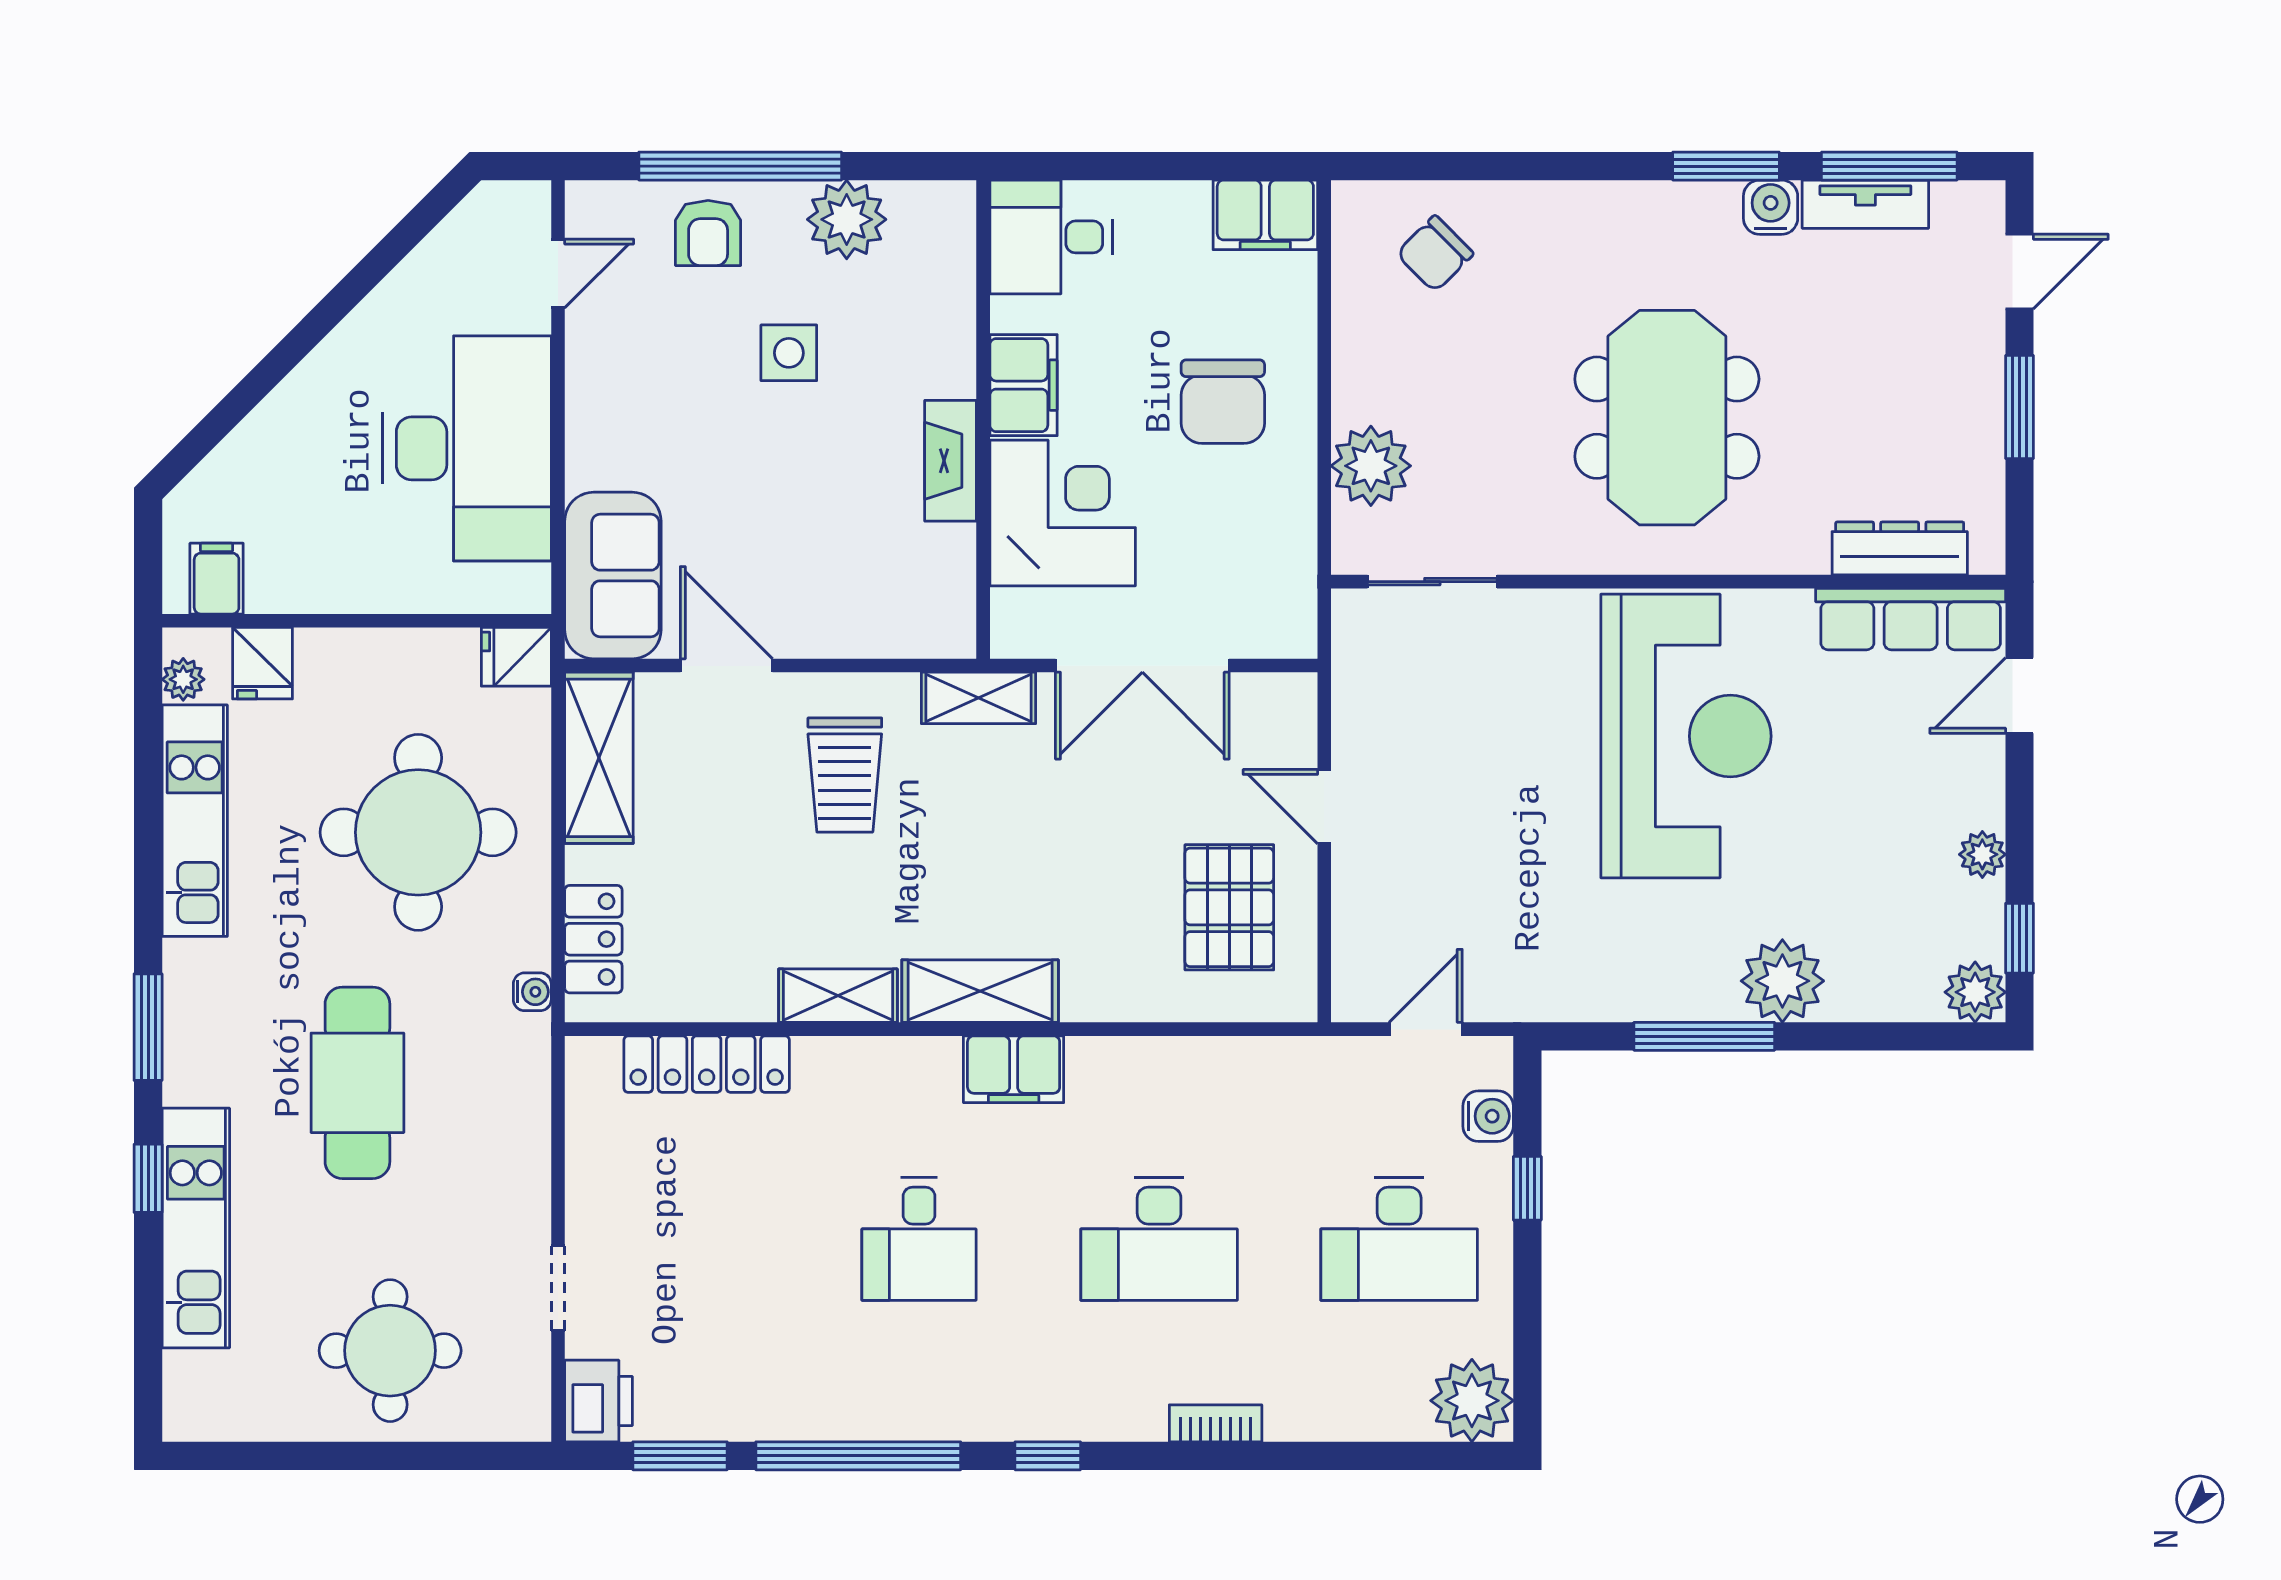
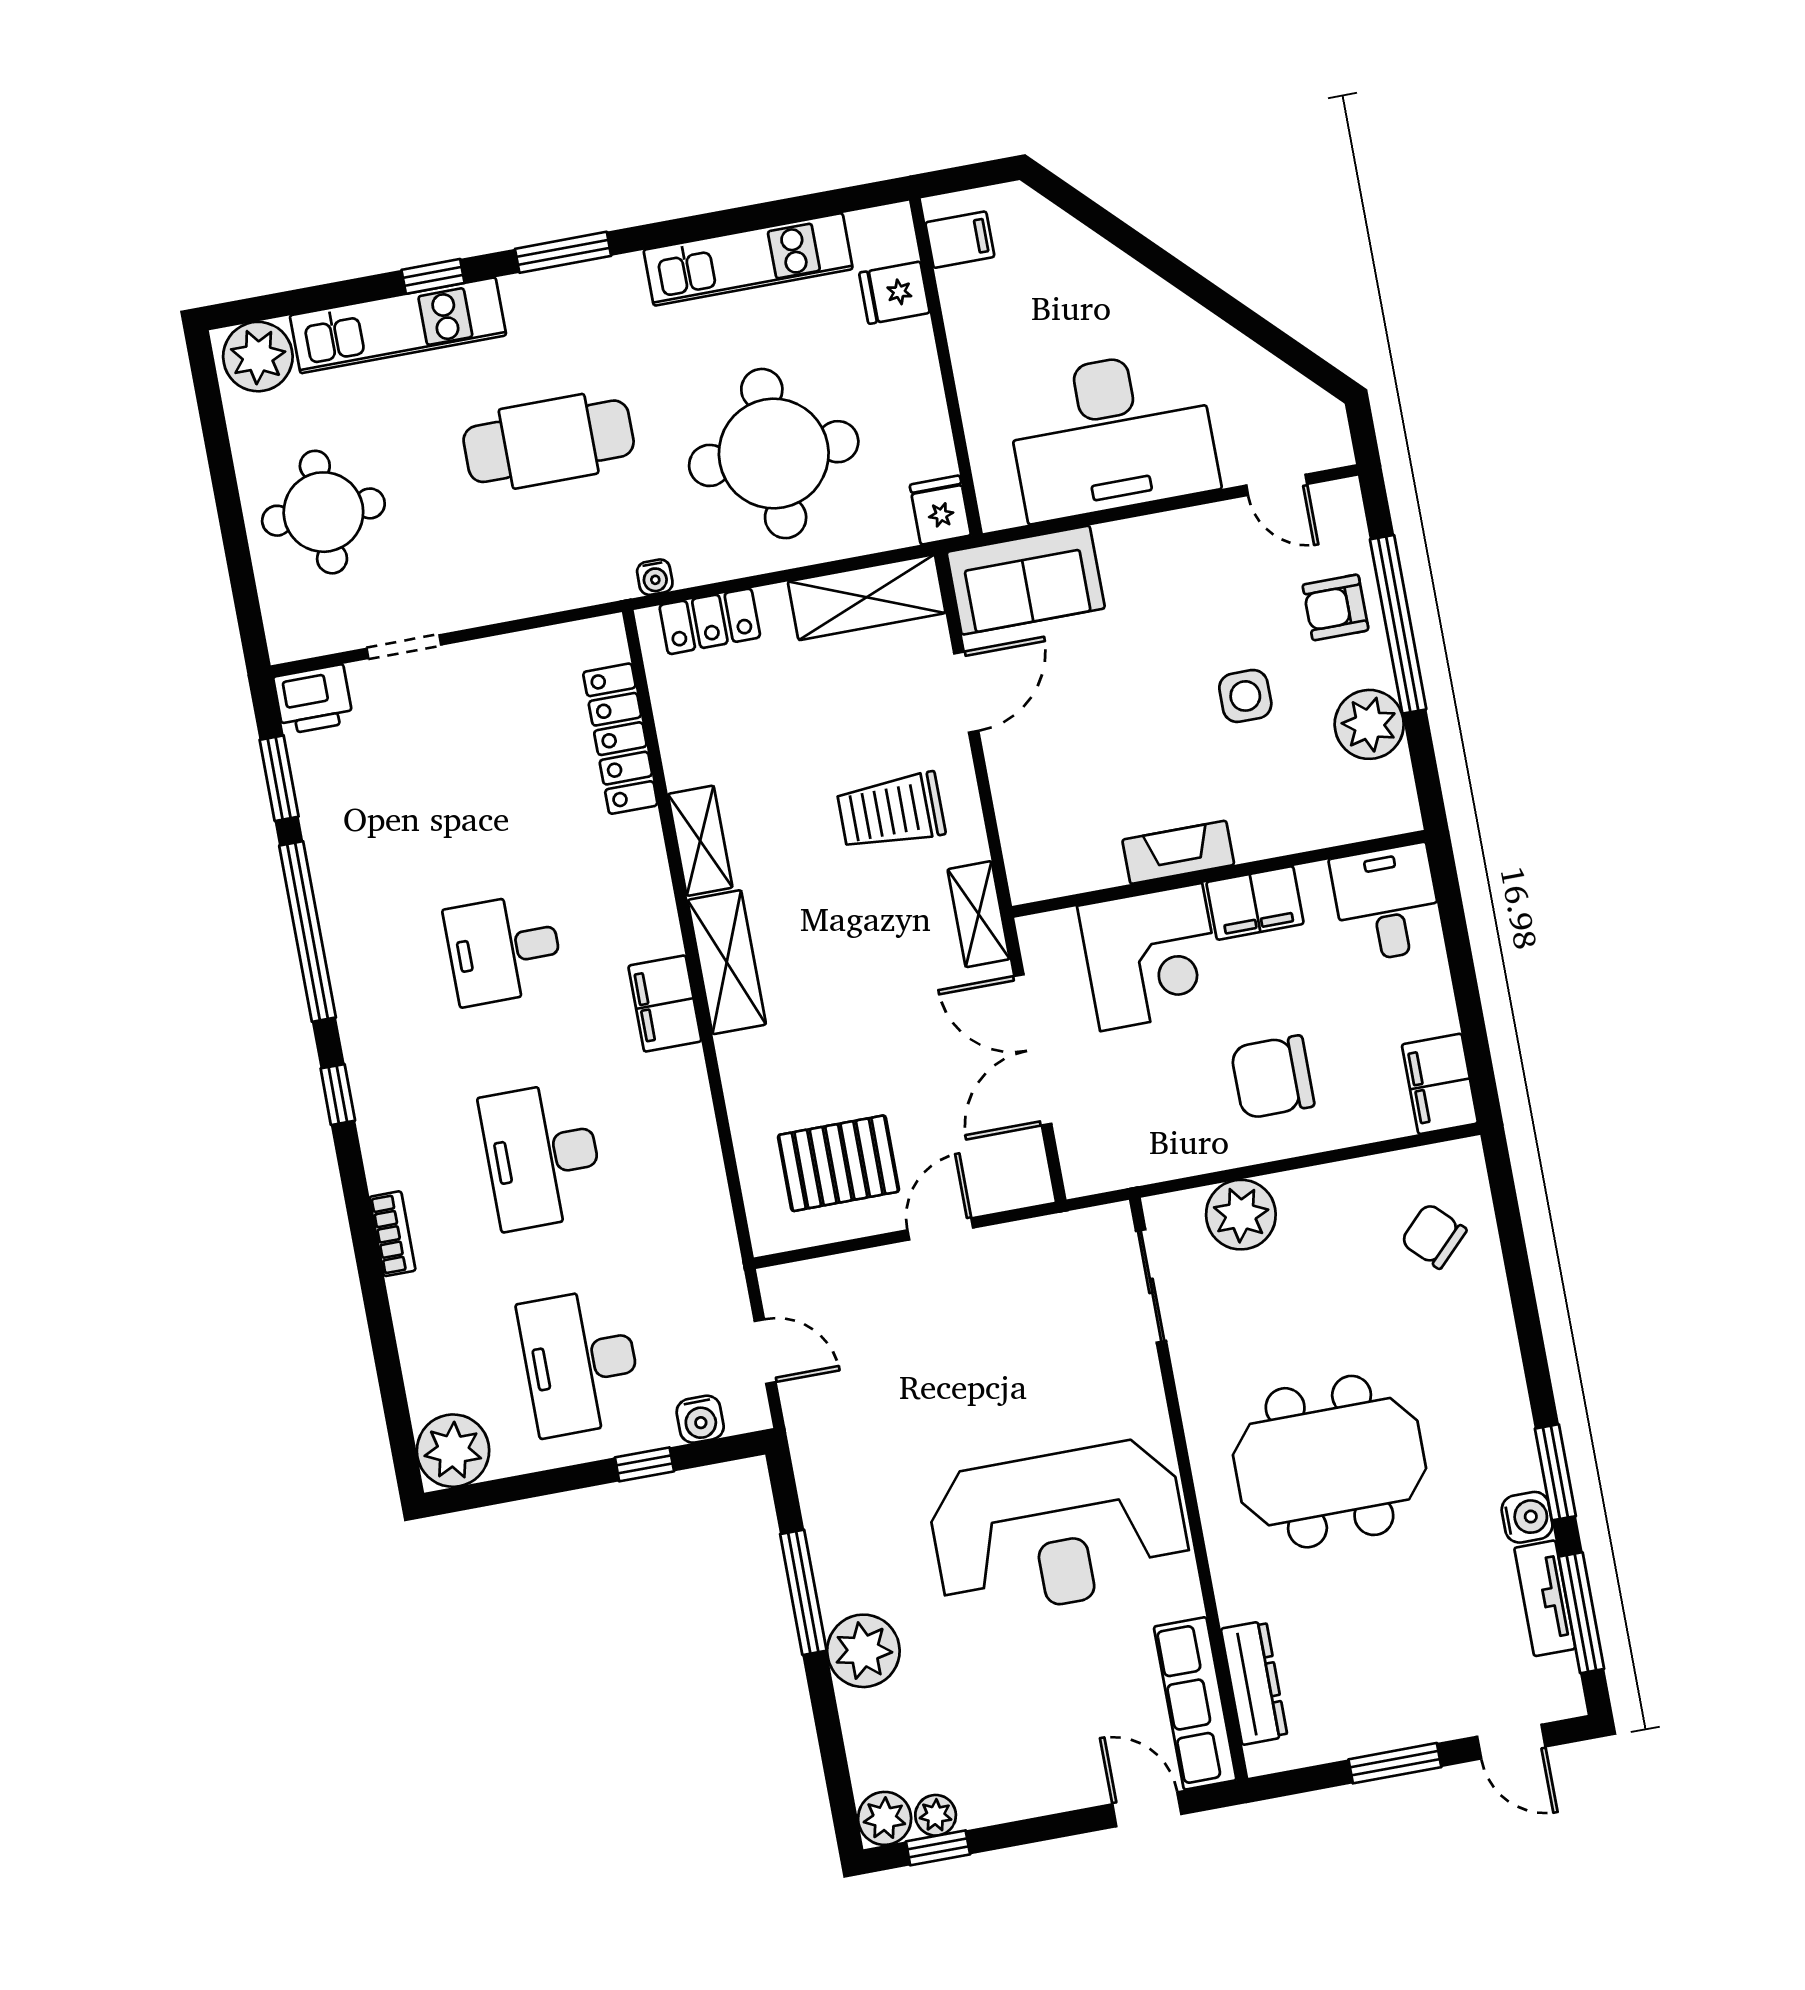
plant: (183, 679) -> (258, 357), moved, width x1.88, depth x1.88
plant: (1982, 854) -> (936, 1815), moved

